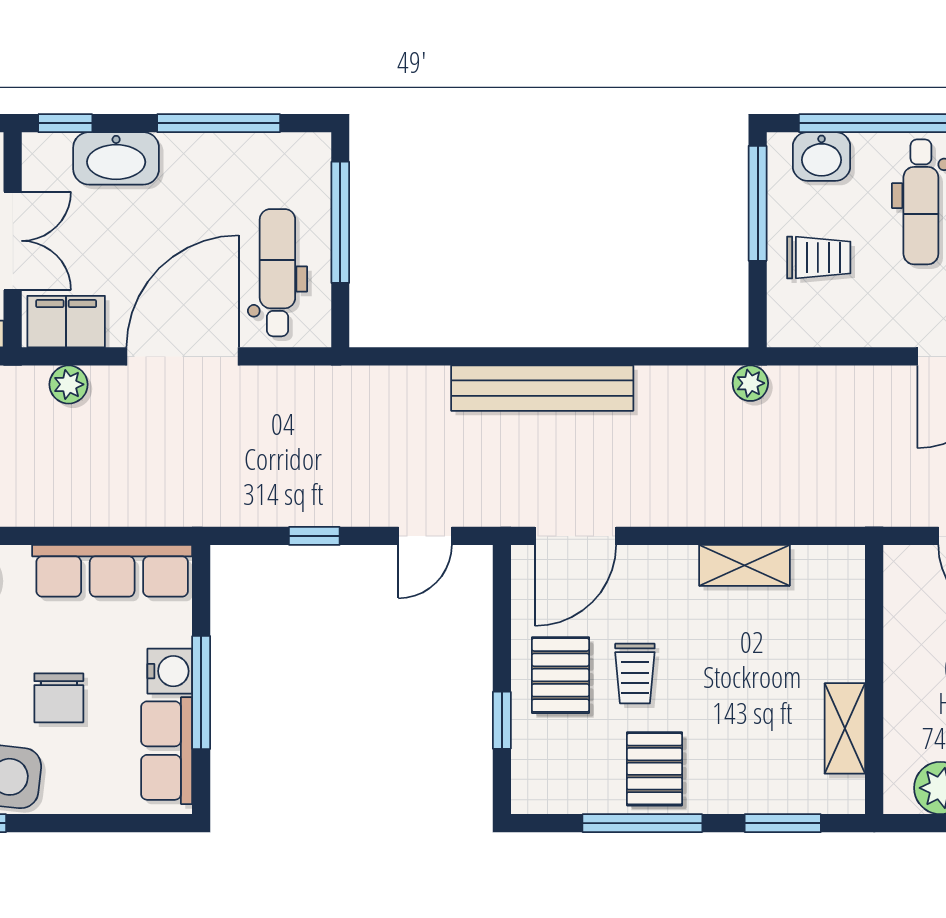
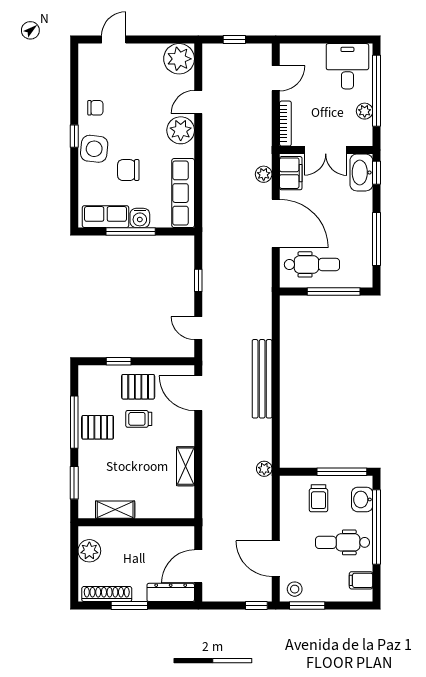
washbasin: (116, 158) -> (361, 172), moved

